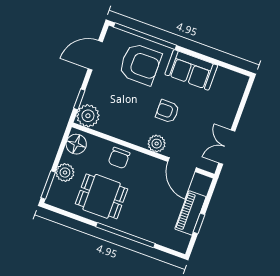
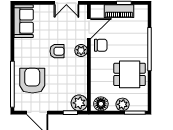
sofa: (191, 70) -> (24, 21), moved
armchair: (167, 111) -> (57, 51), turned -90
chair: (119, 158) -> (101, 45), moved
dining table: (102, 196) -> (130, 74), turned 90

